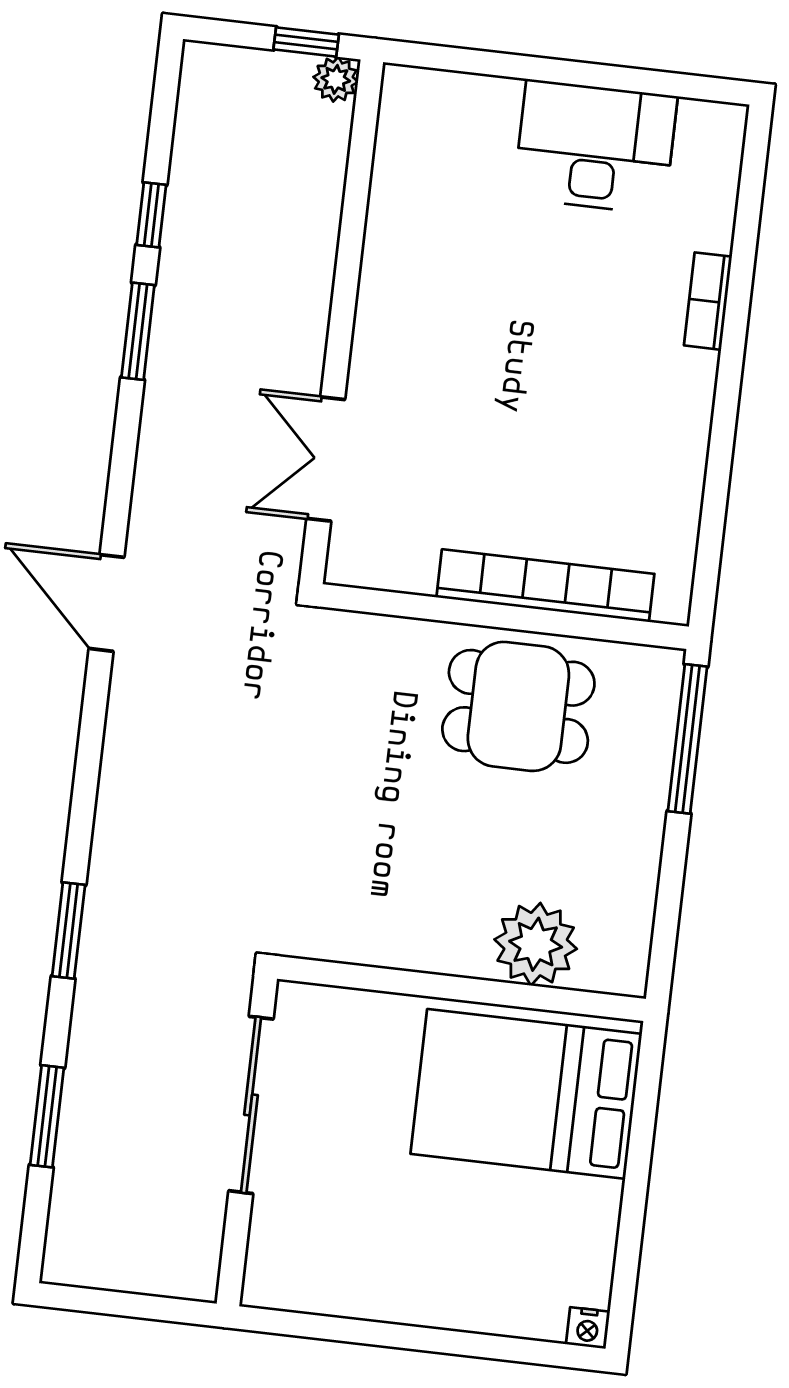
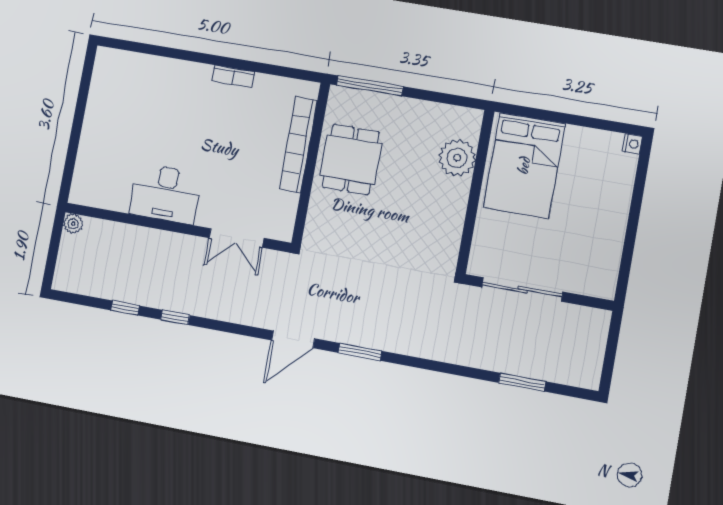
window: (306, 42) -> (56, 236), removed
desk: (595, 147) -> (166, 194), moved, turned -90
bookcase: (708, 301) -> (233, 76), moved
window: (138, 331) -> (175, 317), width x0.67
window: (69, 931) -> (360, 352), moved

